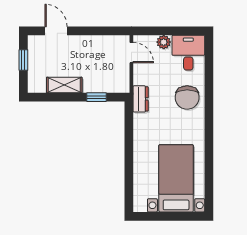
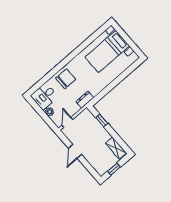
door: (56, 31) -> (75, 151), moved
shelving: (64, 85) -> (116, 148), moved

